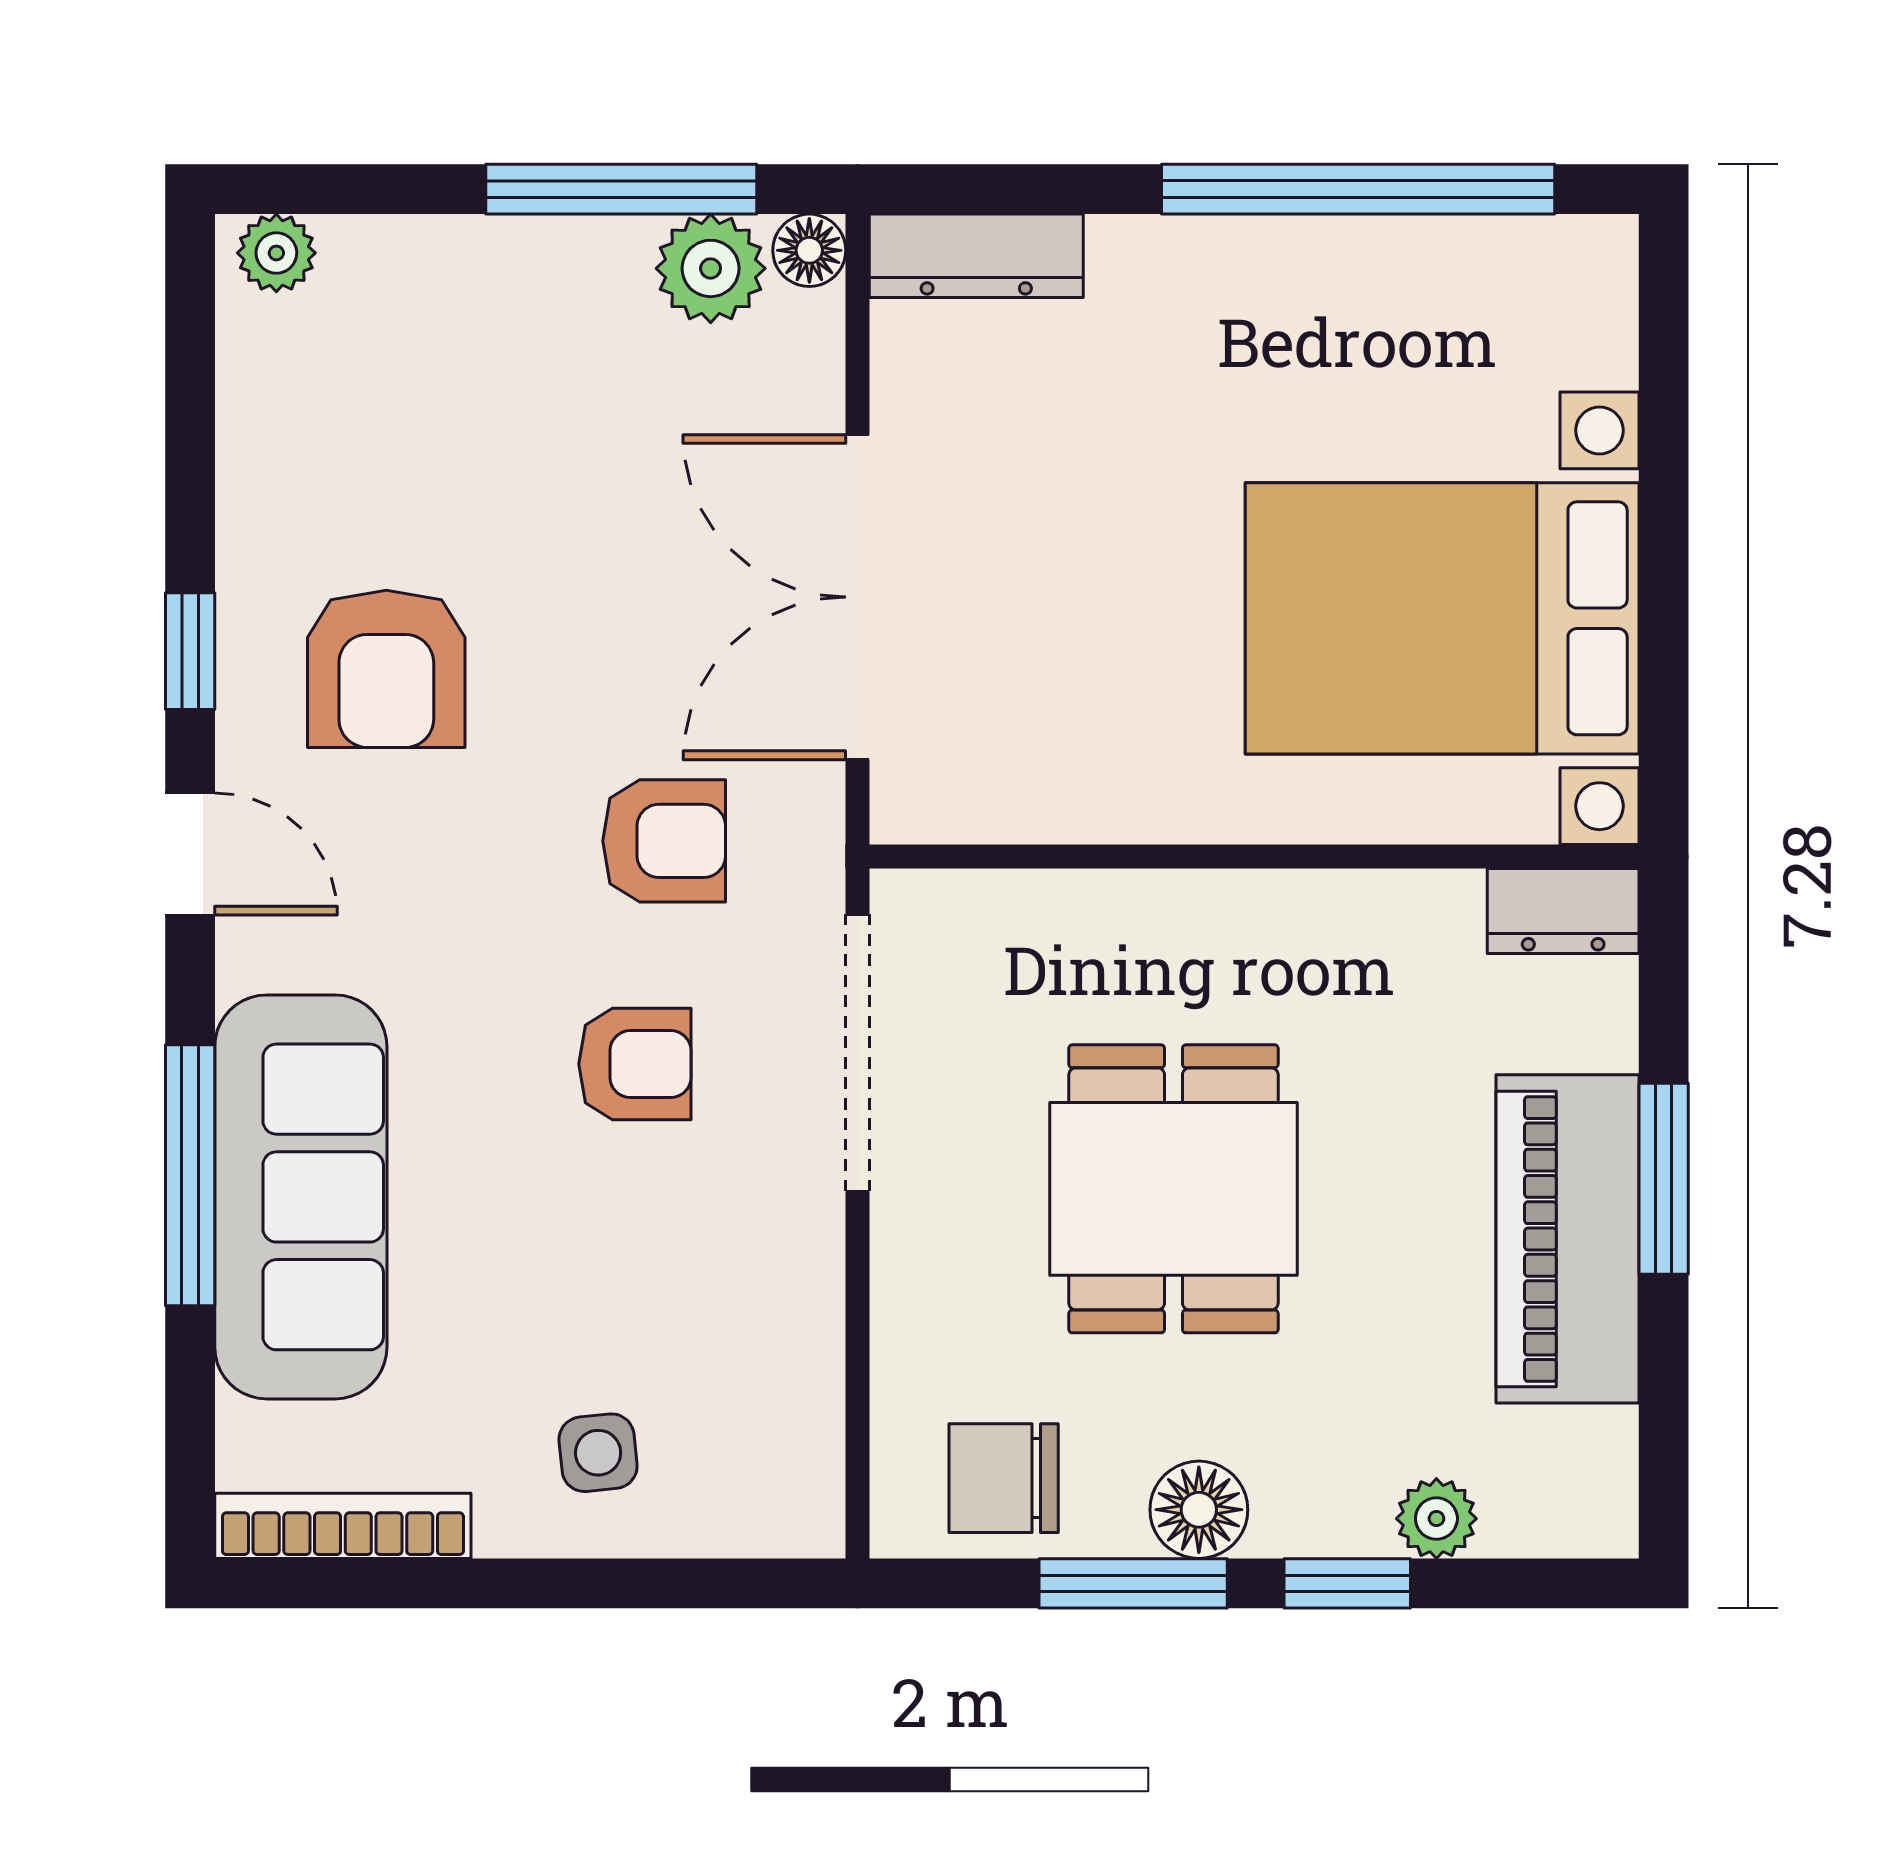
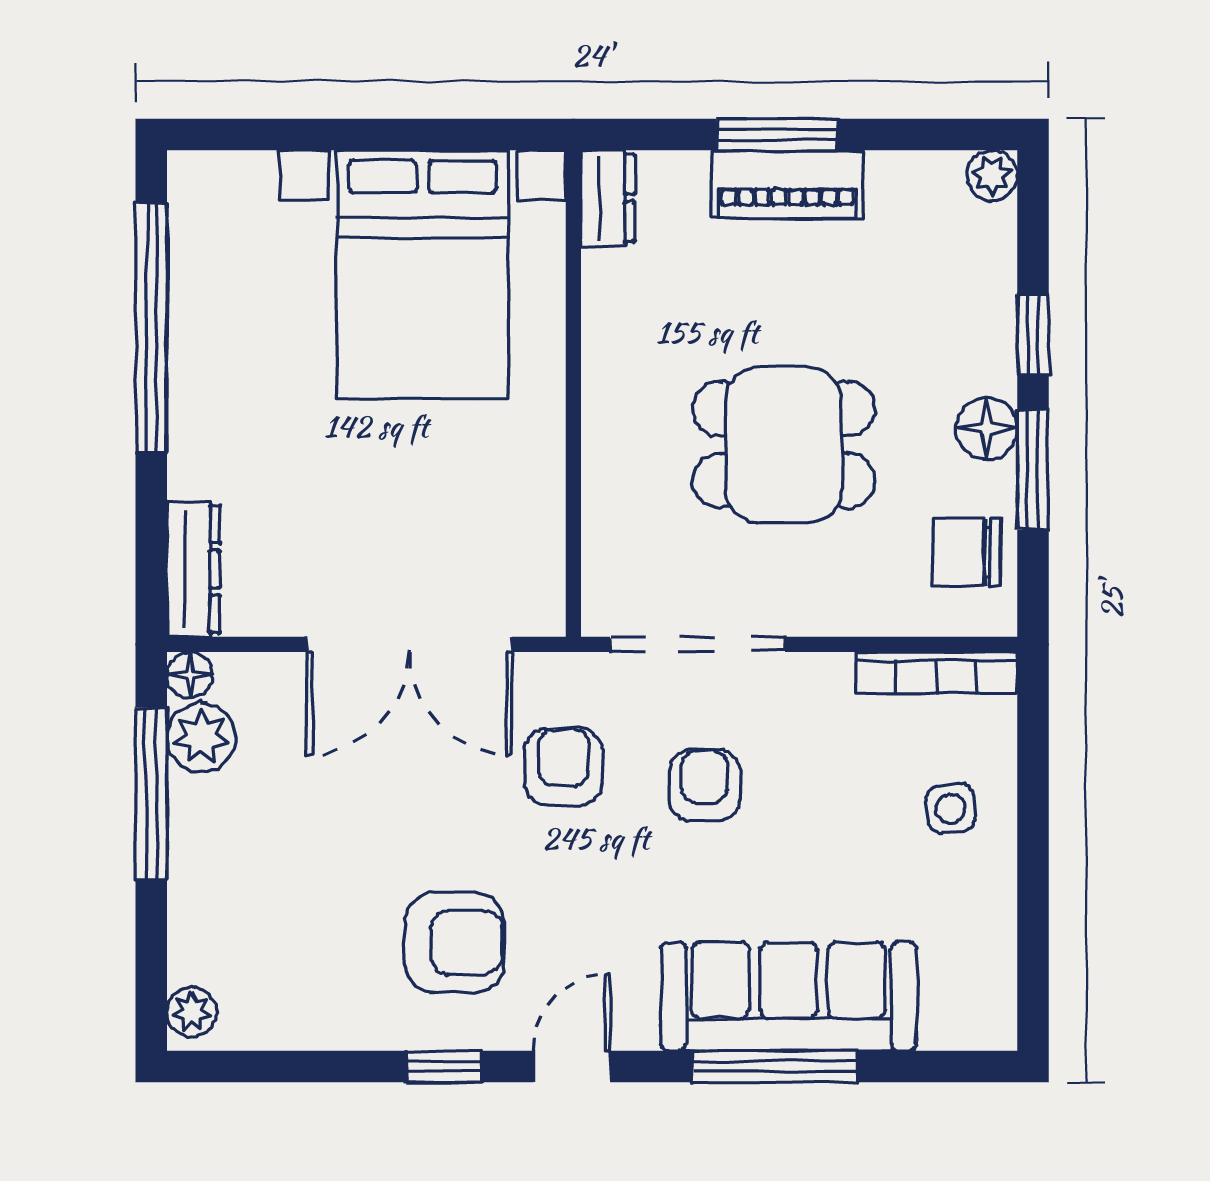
piano: (1567, 1239) -> (787, 184), width x0.73, depth x0.75
chair: (1004, 1478) -> (966, 552), turned 90
plant: (1436, 1519) -> (992, 175), moved
bookcase: (343, 1526) -> (936, 673), moved, turned -90

